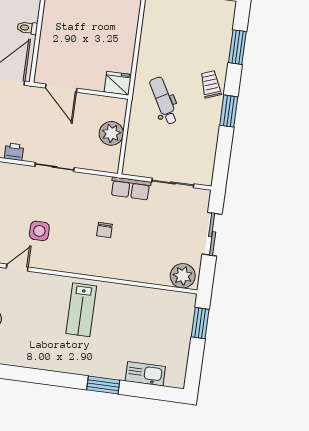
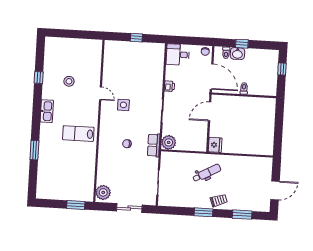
plant: (111, 133) -> (169, 142), moved
row of seats: (131, 188) -> (154, 145), moved
kitchen sink: (145, 374) -> (47, 111), moved

